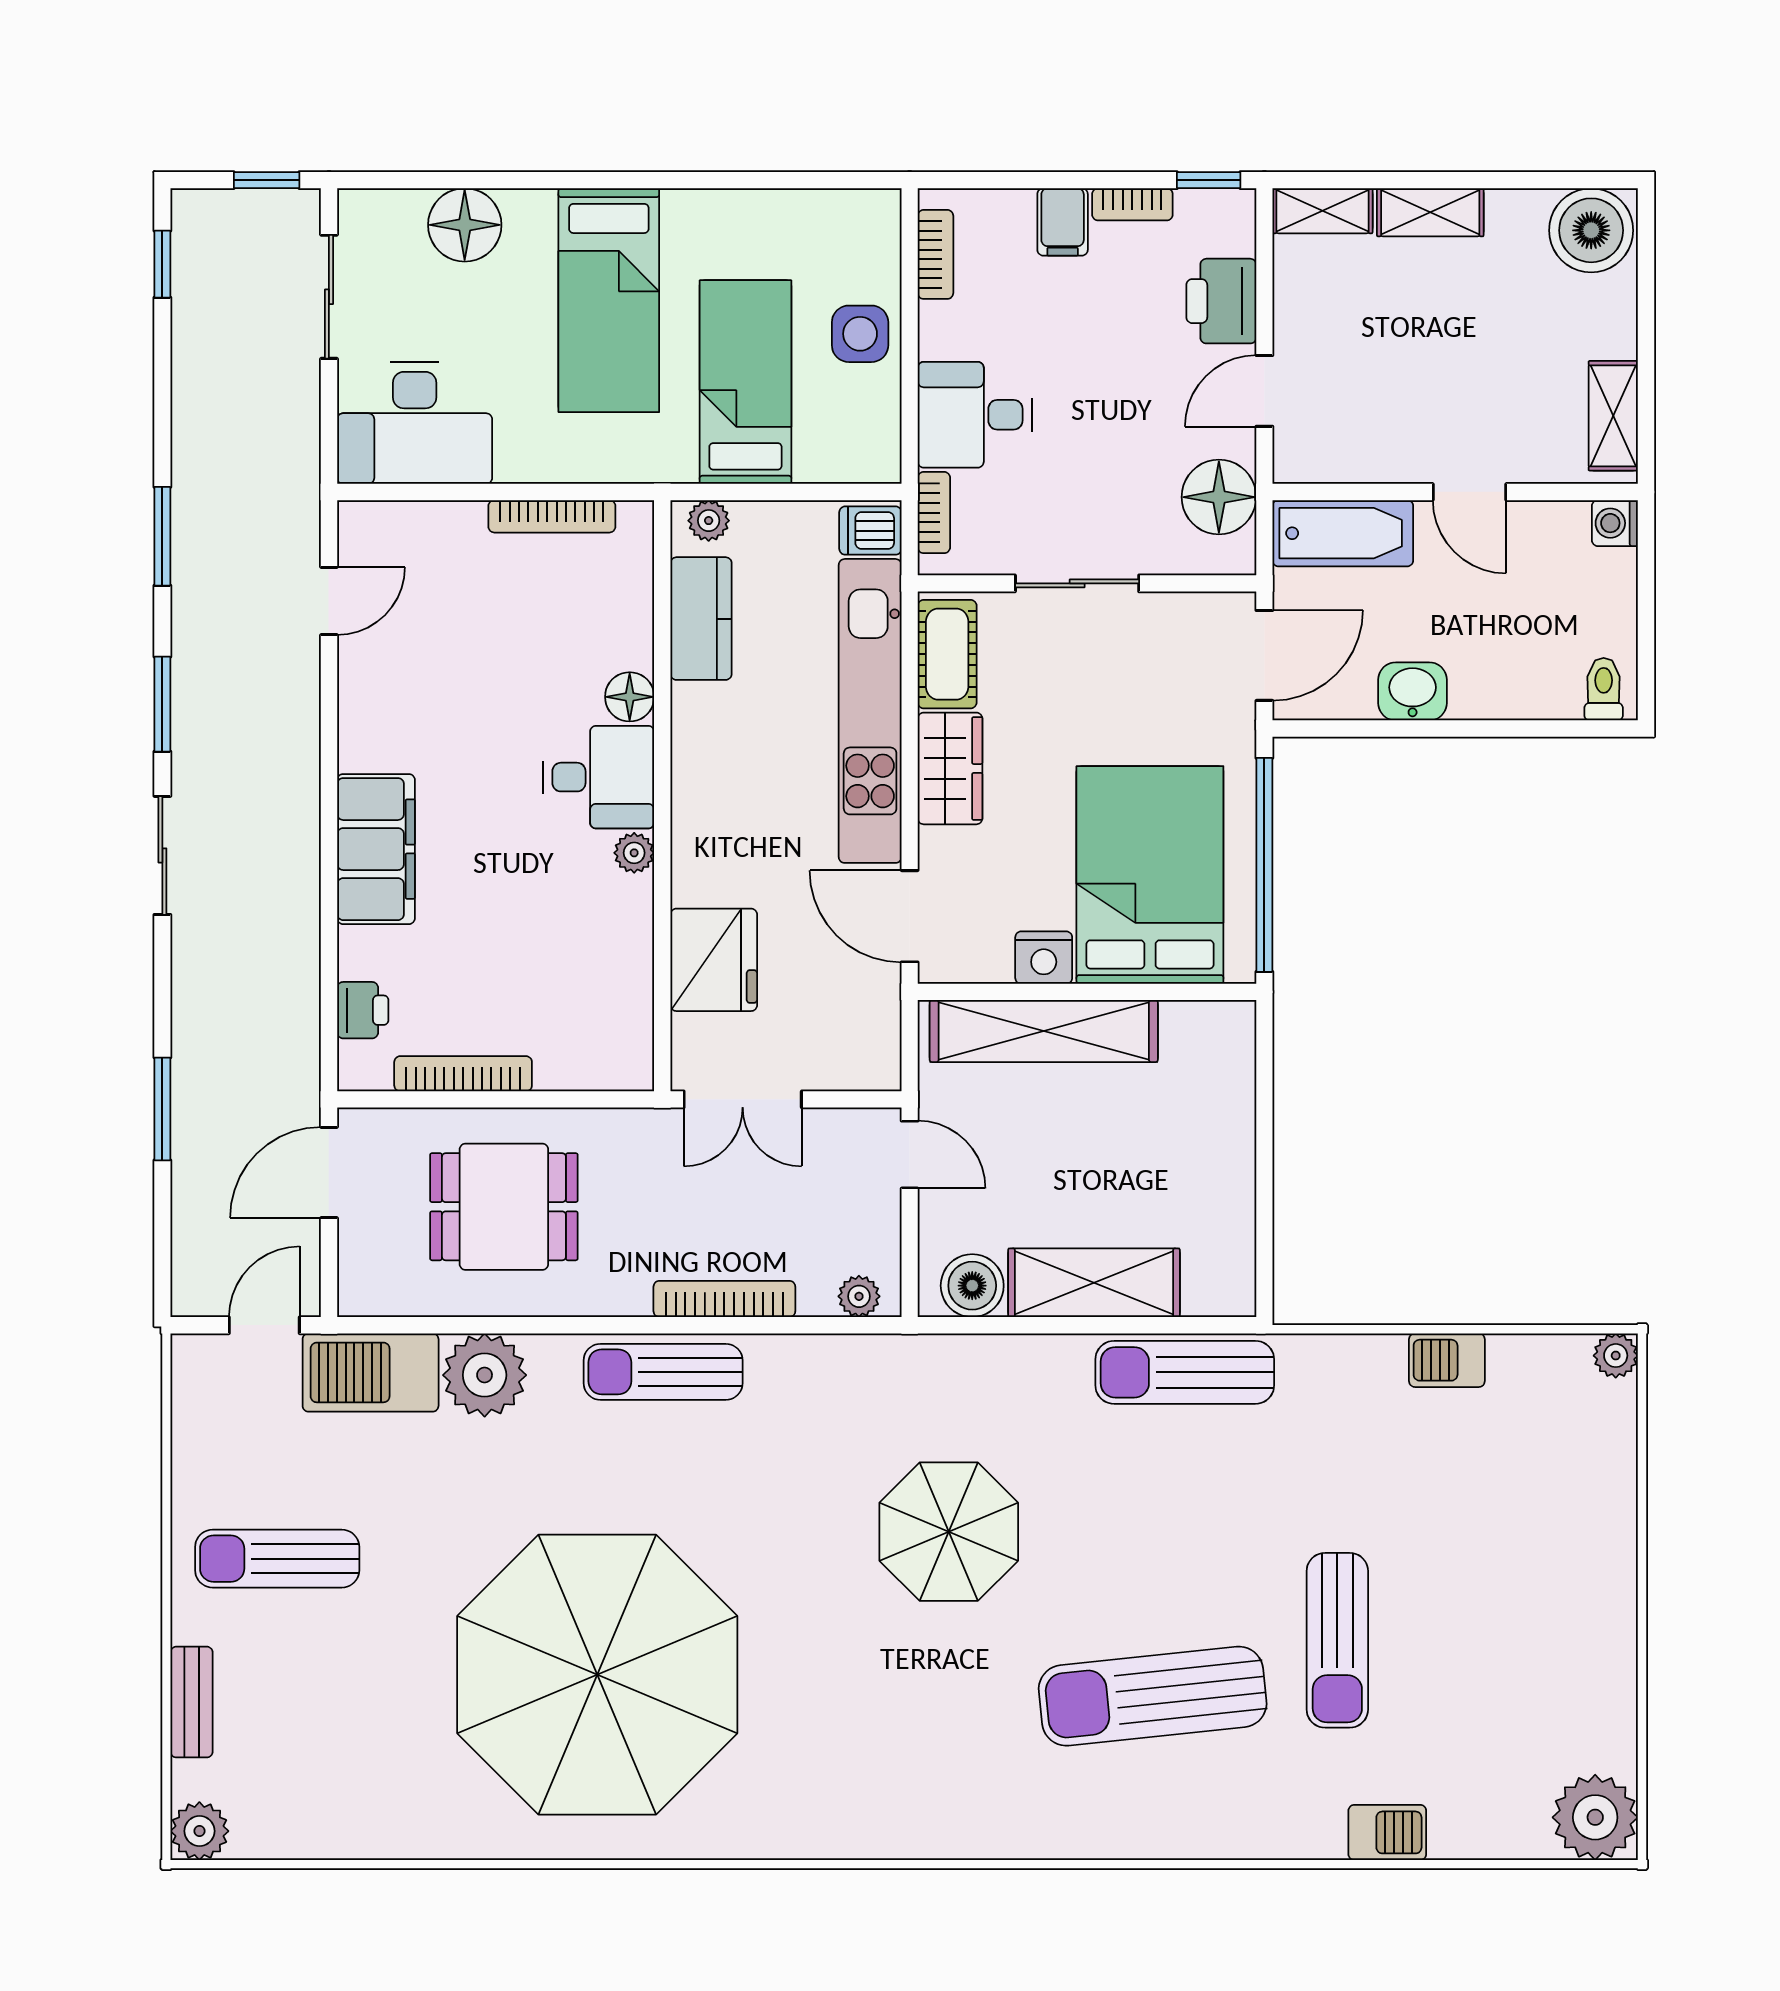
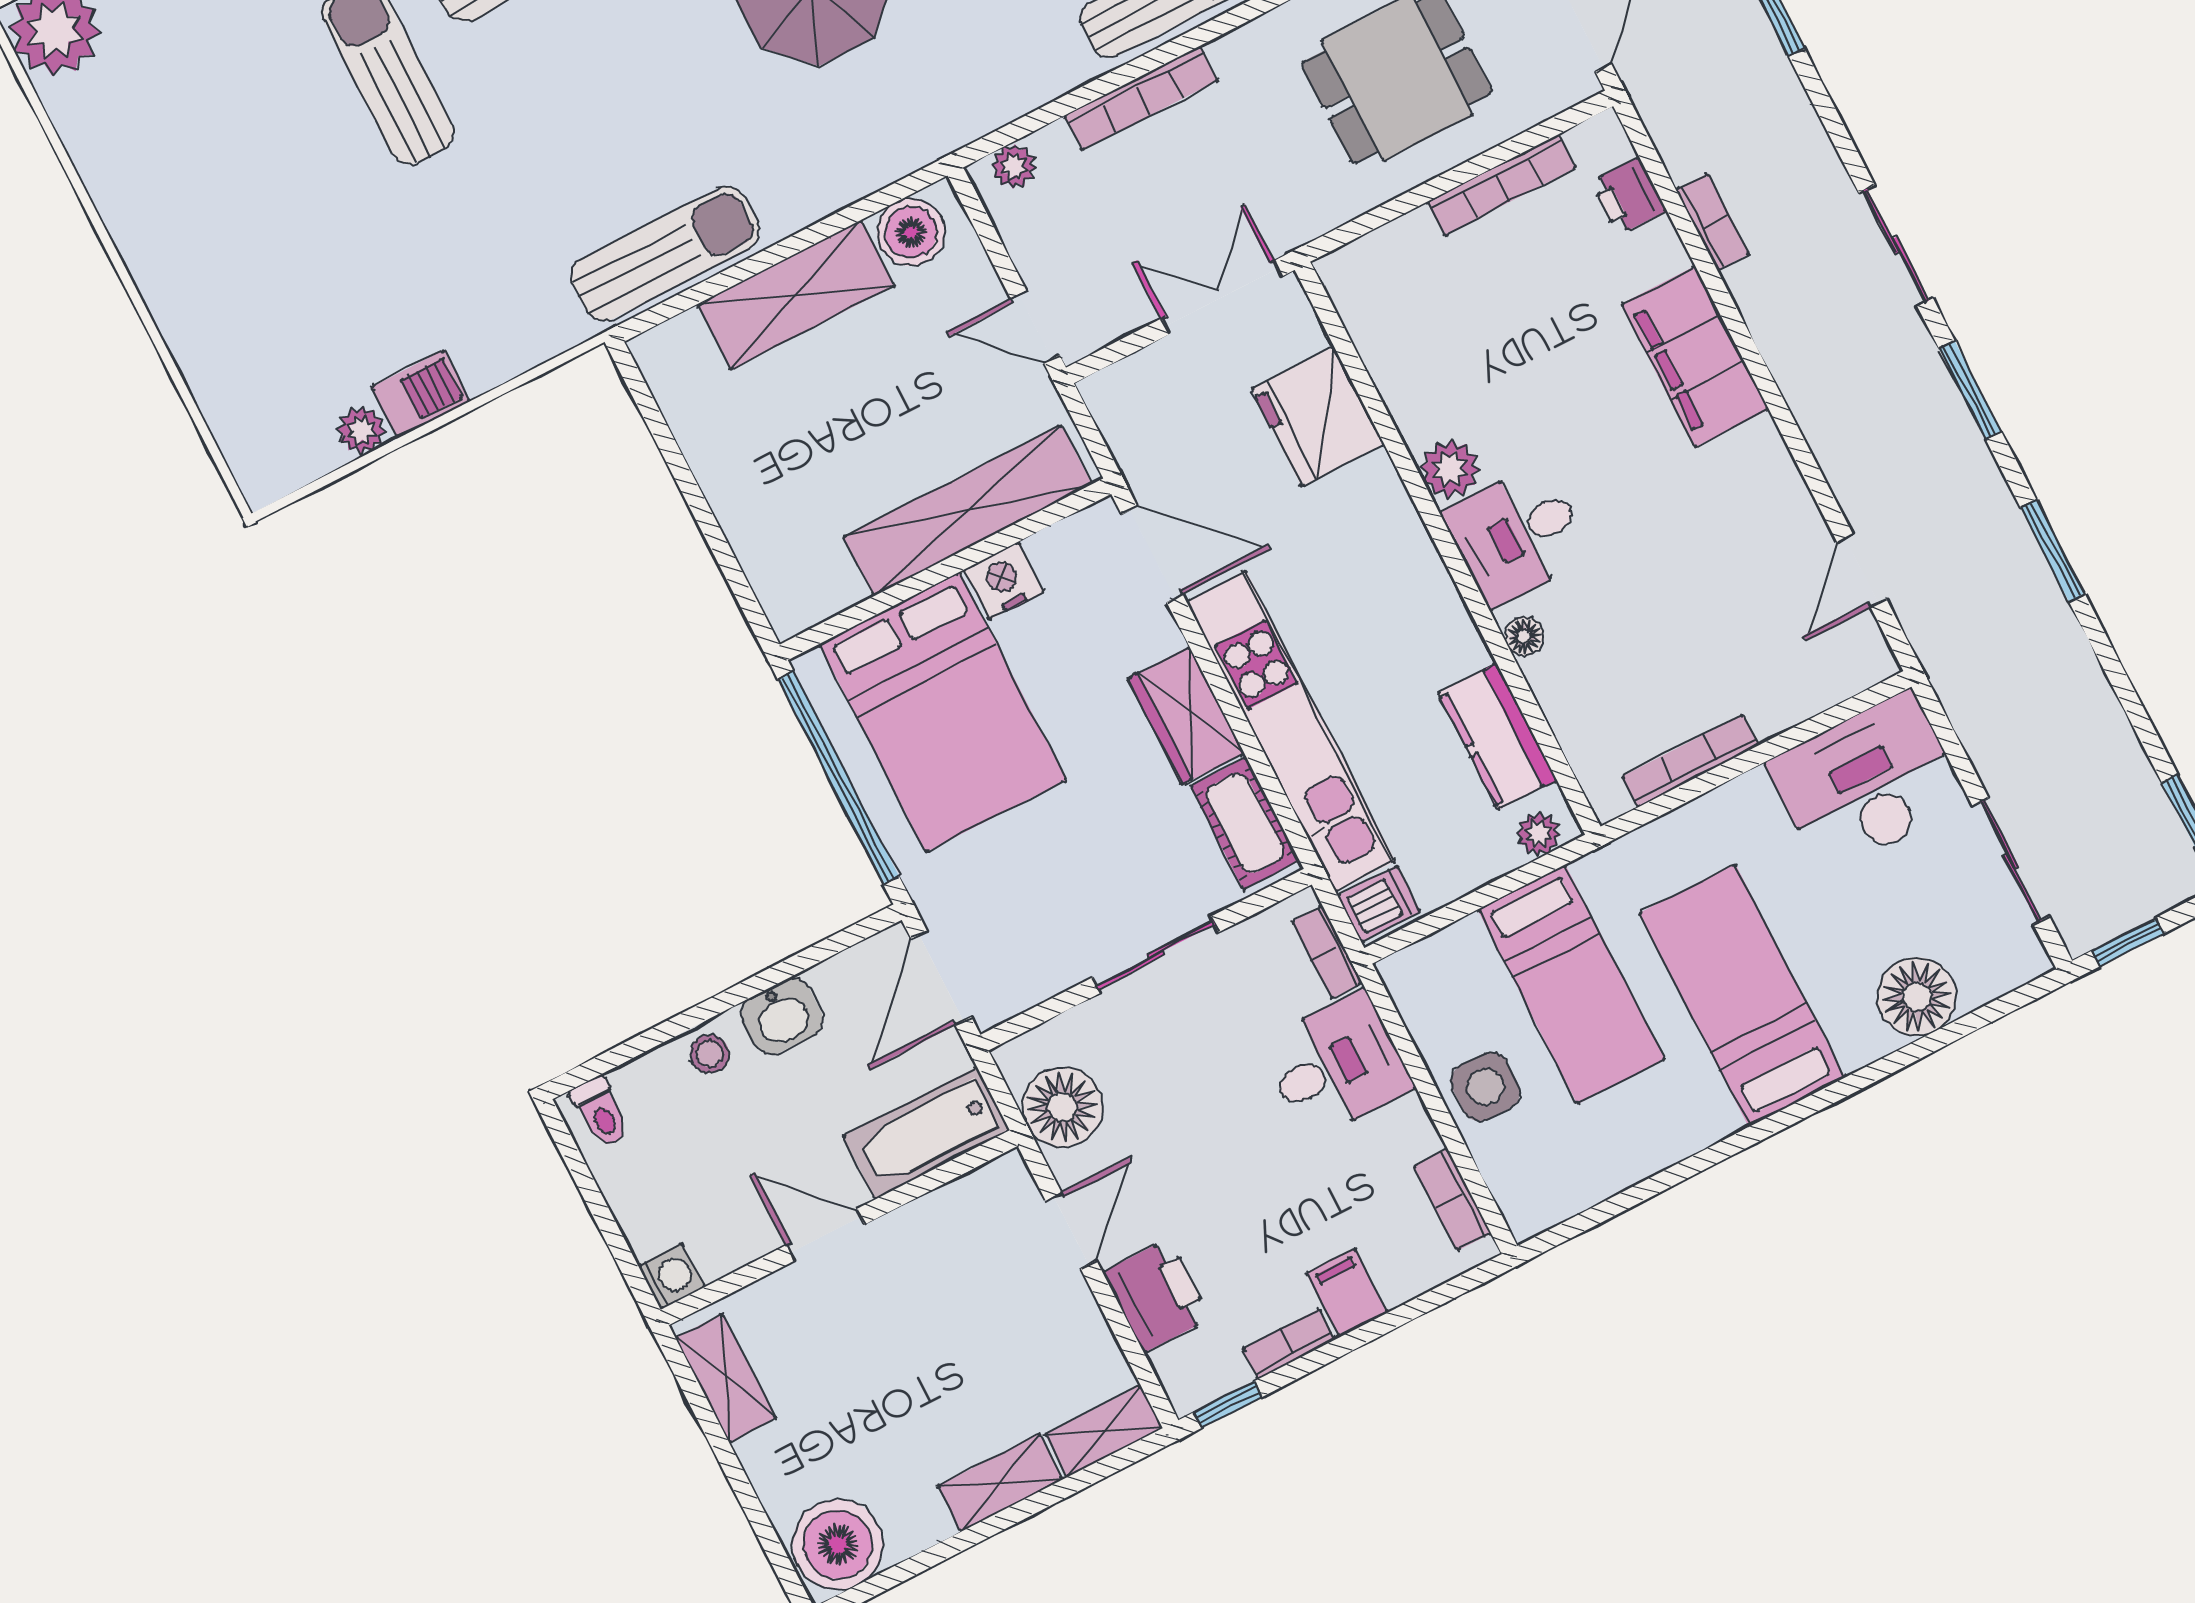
stool: (1488, 691) -> (710, 1054), added
floor lamp: (630, 697) -> (1524, 636), width x0.73, depth x0.73
plant: (634, 853) -> (1450, 469), width x1.38, depth x1.38
bookcase: (304, 953) -> (1713, 222), added
plant: (1616, 1356) -> (361, 430), moved

